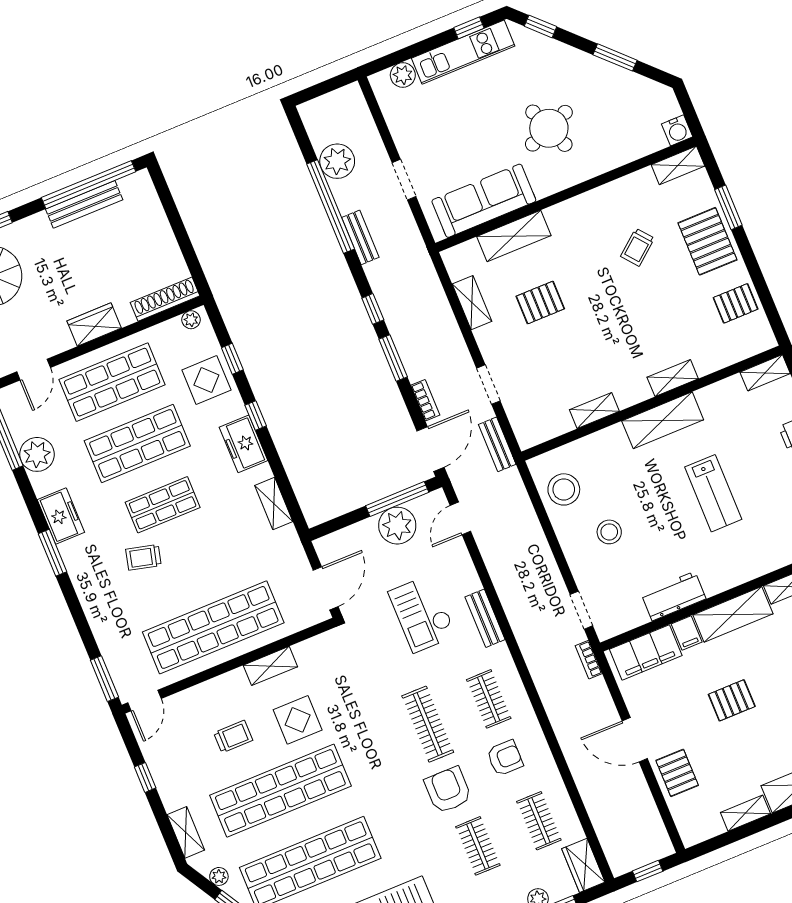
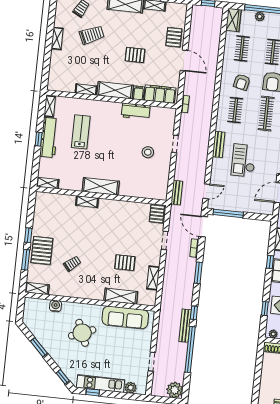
water cooler: (677, 130) -> (56, 306), moved
plant: (337, 161) -> (175, 390), moved
doorway: (404, 180) -> (152, 362), moved
bench: (360, 237) -> (185, 326), width x1.36
window: (748, 256) -> (28, 235), added
pallet: (736, 303) -> (157, 214), moved, turned 90
window: (373, 309) -> (194, 313), moved
shelving: (594, 410) -> (127, 206), removed
window: (256, 415) -> (270, 262), moved
bench: (497, 444) -> (177, 193), moved
door: (431, 449) -> (203, 227), hinge flipped
stool: (564, 489) -> (157, 180), removed
lab bench: (713, 493) -> (81, 132), moved
plant: (397, 526) -> (234, 202), removed
doorway: (581, 610) -> (175, 144), moved
checkout: (422, 614) -> (244, 160), turned 180
armchair: (505, 758) -> (242, 82), turned -77

